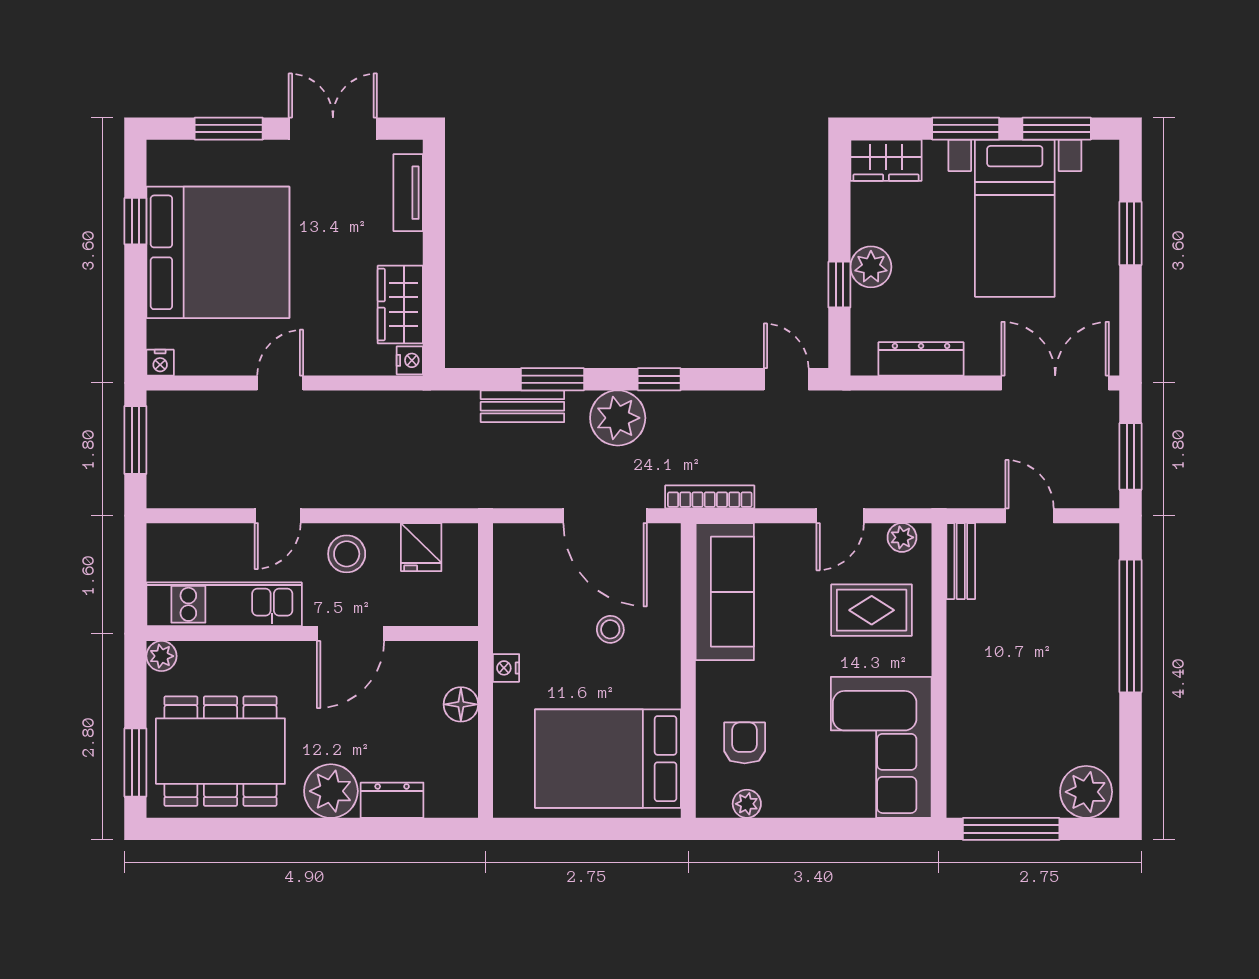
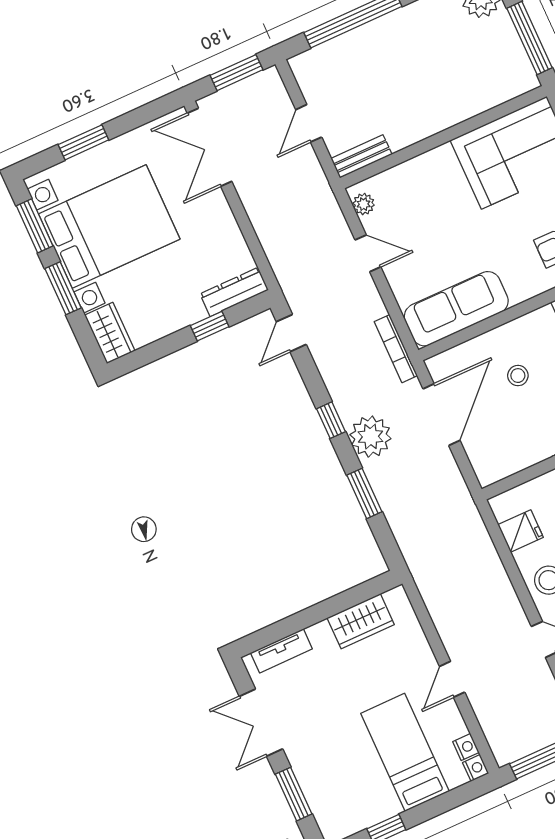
bed with nightstands: (1015, 218) -> (109, 226), width x1.36
bed: (218, 252) -> (405, 752), width x0.49
plant: (871, 267) -> (188, 310), removed
dresser: (921, 359) -> (234, 292), moved, turned 90
nightstand: (410, 360) -> (466, 747), moved, turned 90
door: (280, 383) -> (452, 679), hinge flipped
bench: (522, 406) -> (392, 506), removed
rug: (872, 610) -> (423, 202), removed

